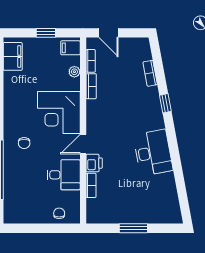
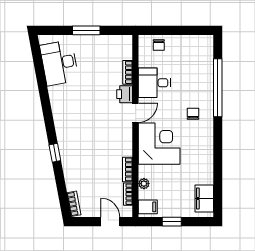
bookcase: (150, 73) -> (74, 204), moved
desk: (153, 153) -> (59, 63), moved

